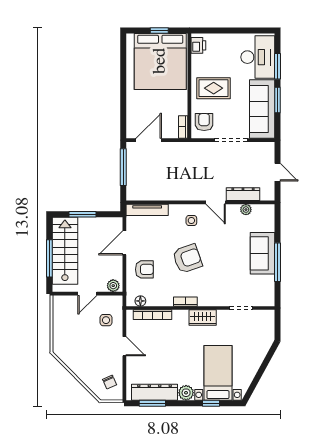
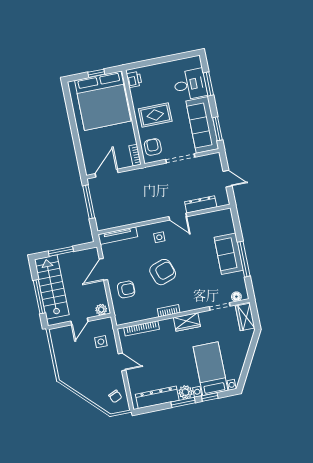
desk: (258, 57) -> (190, 84), width x0.73
window: (277, 100) -> (217, 129), moved
plant: (246, 210) -> (206, 218), removed
floor lamp: (140, 301) -> (236, 297), moved
wardrobe: (266, 325) -> (245, 317), added
window: (152, 403) -> (183, 402), moved

